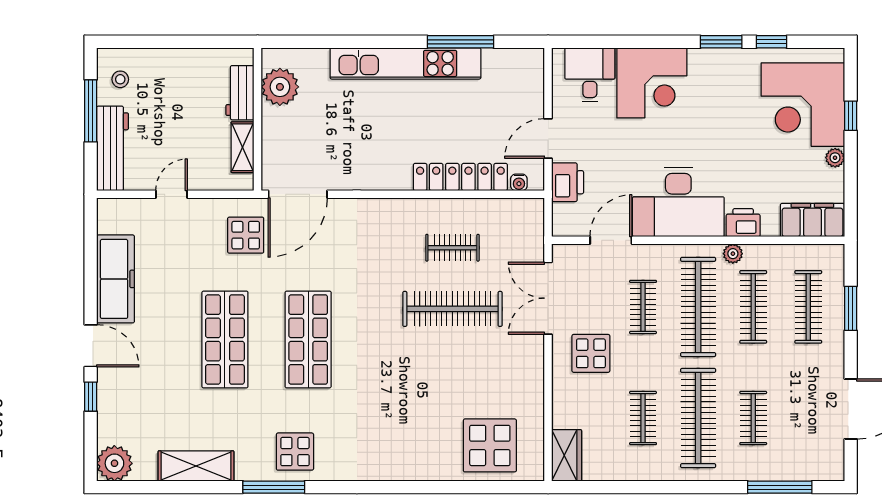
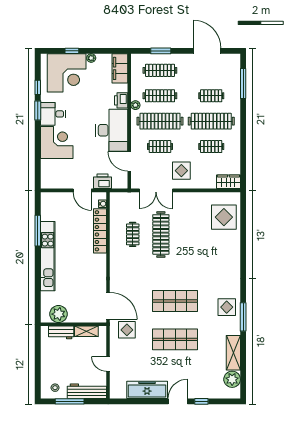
desk: (590, 75) -> (53, 114), moved
plant: (114, 463) -> (232, 379), moved

